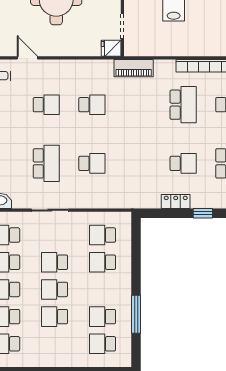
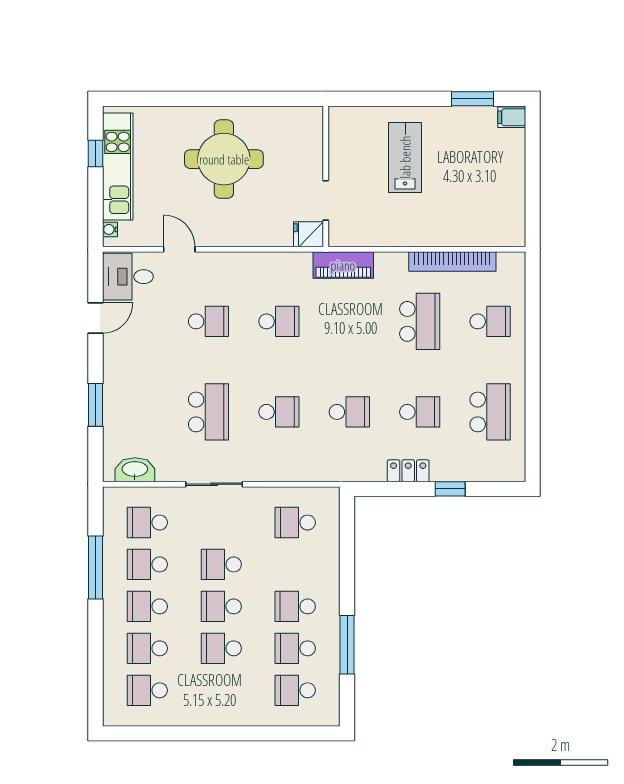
school desk: (138, 163) -> (349, 412), added
school desk: (102, 262) -> (295, 606), moved

